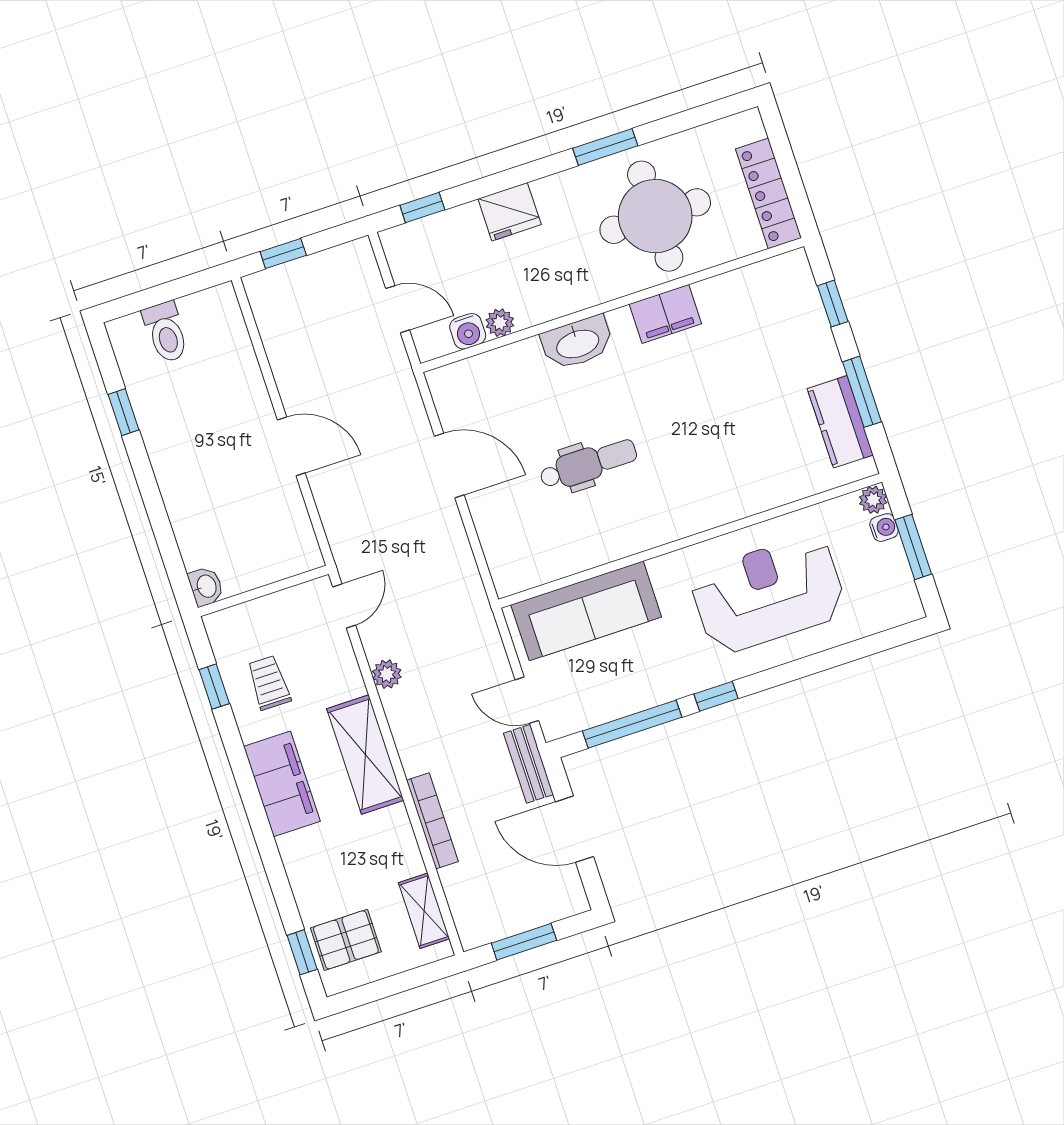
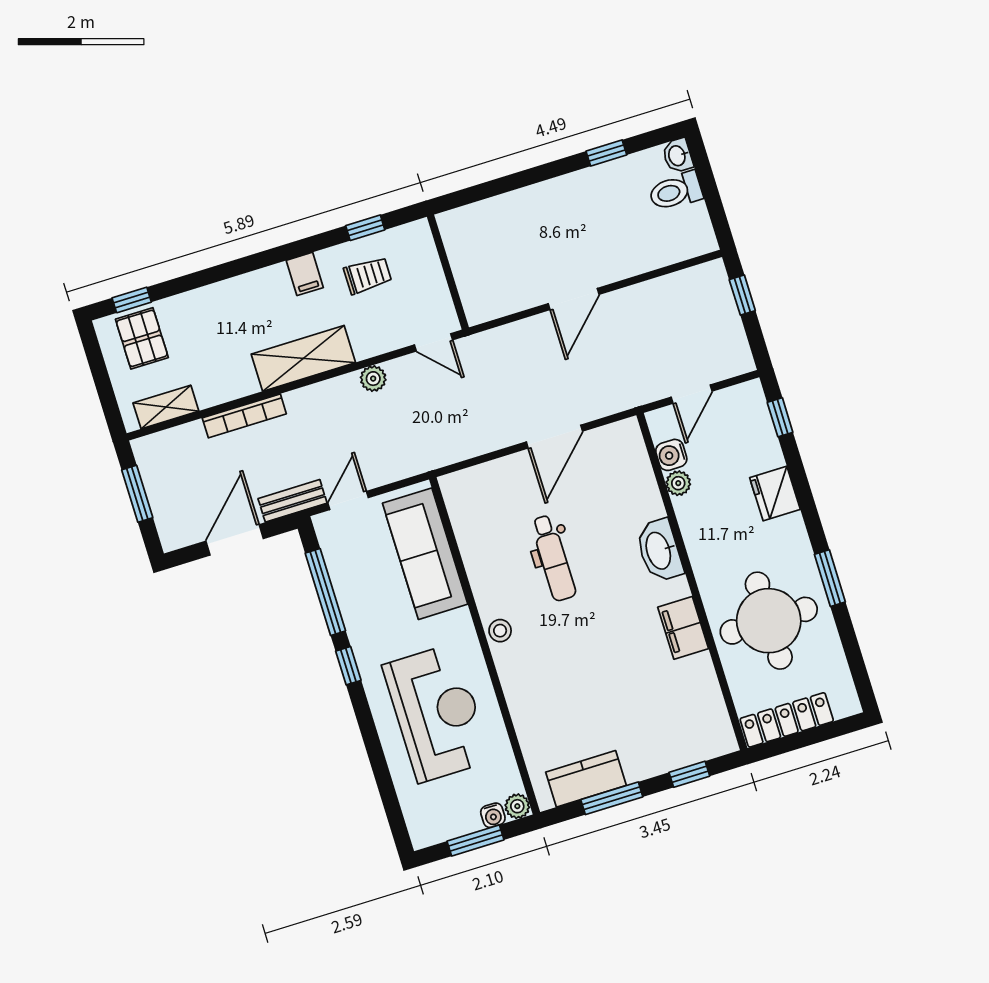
stool: (673, 523) -> (500, 631), added
washbasin: (206, 586) -> (678, 156), moved, turned 90
filing cabinet: (282, 784) -> (305, 274), width x0.33, depth x0.86

